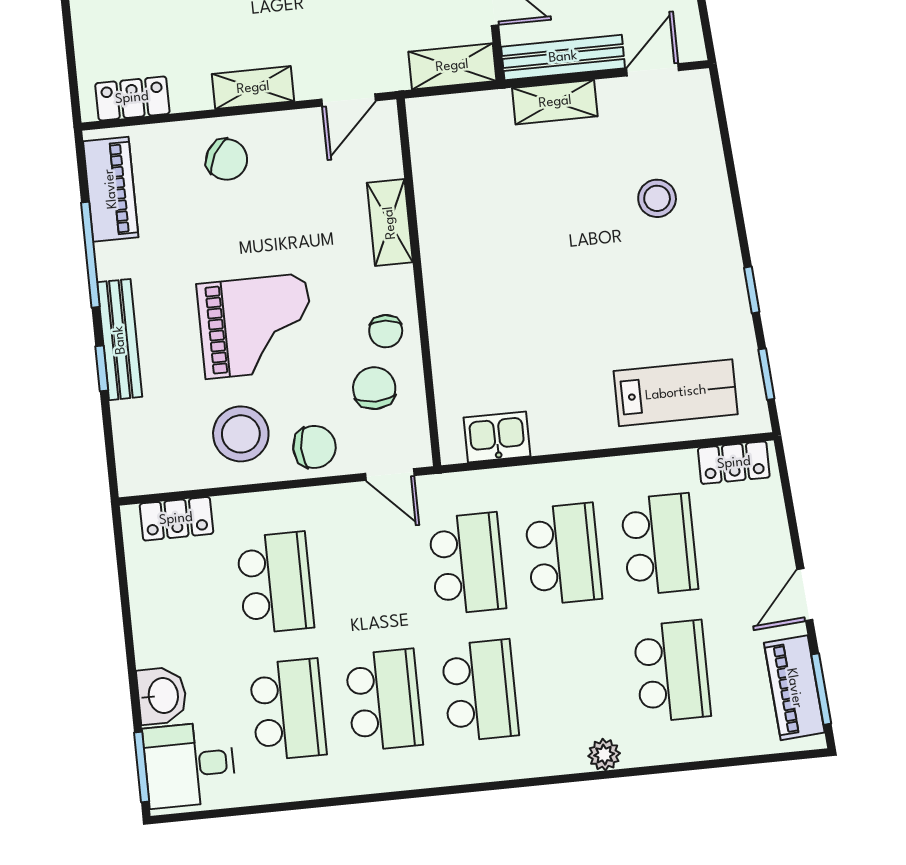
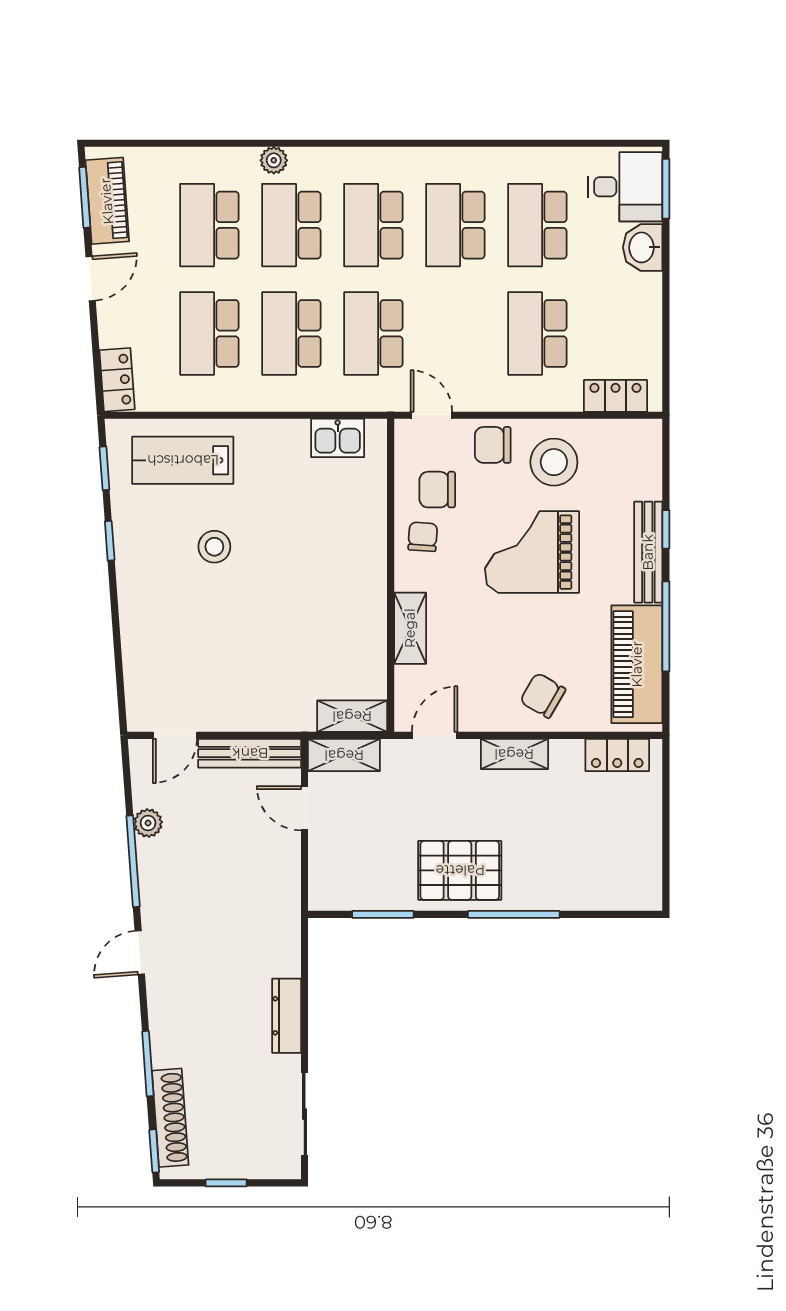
shelving: (555, 102) -> (352, 716), moved
piano: (111, 189) -> (637, 664), width x1.37, depth x1.33
stool: (657, 198) -> (214, 547), moved
chair: (374, 388) -> (437, 490), turned 90
locker: (734, 463) -> (117, 380), moved, turned 86
school desk: (576, 681) -> (291, 225), added

